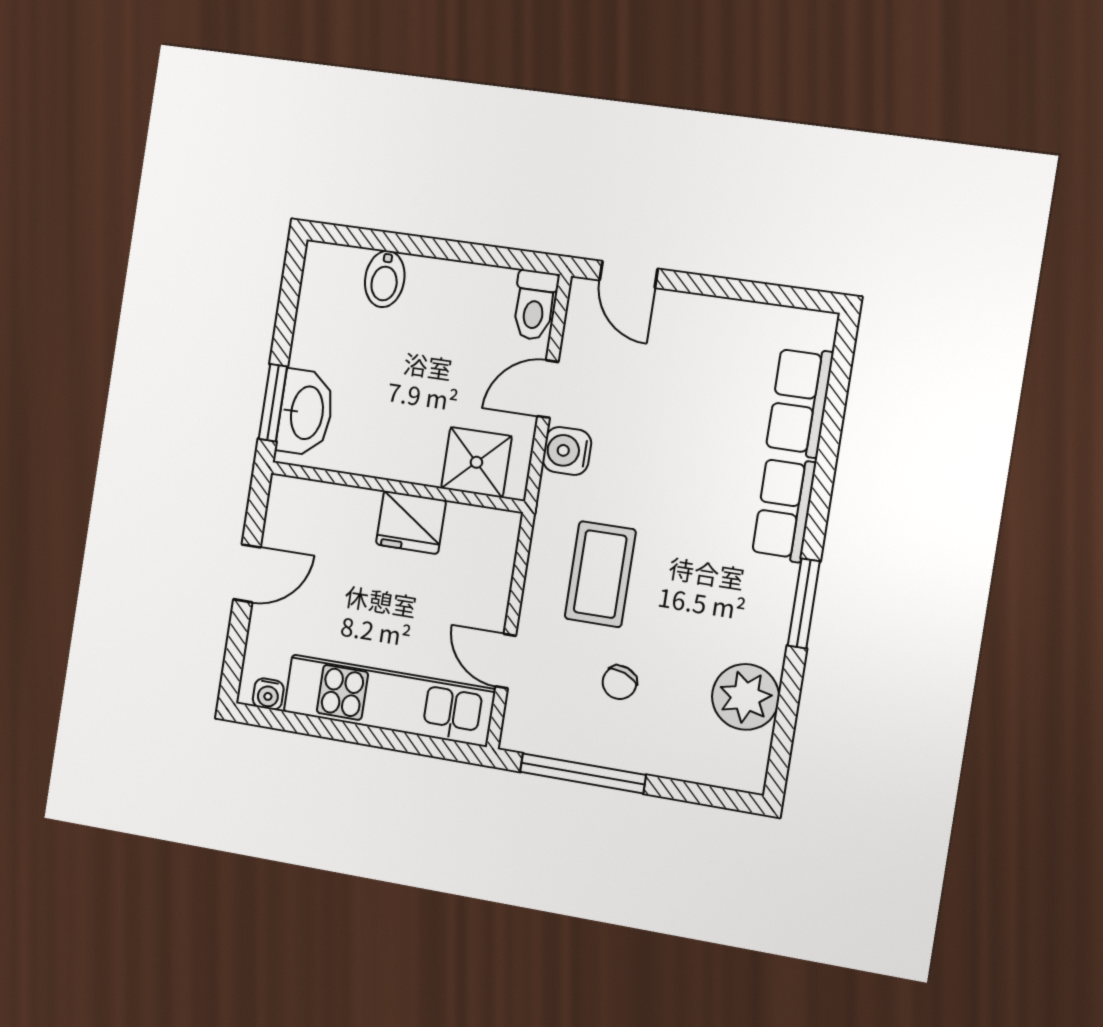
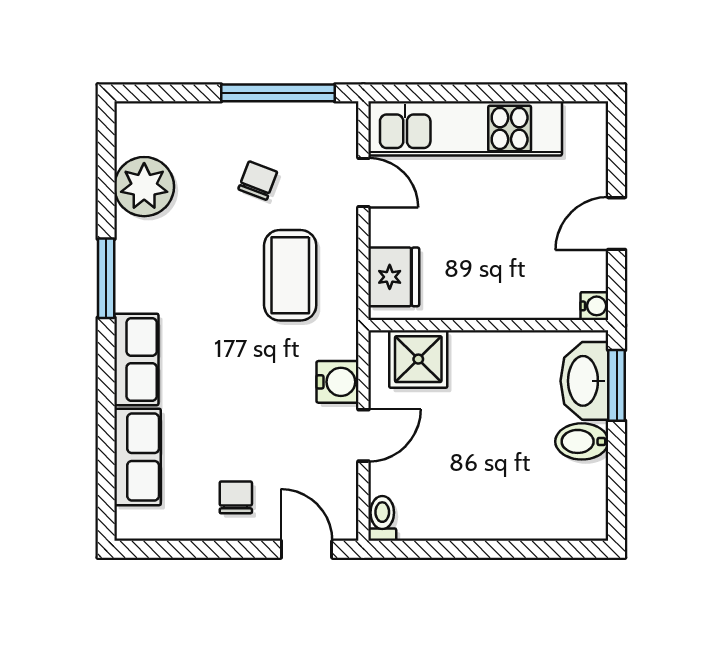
bidet: (385, 279) -> (582, 441), moved, turned -90
toilet: (535, 305) -> (382, 518), width x0.73, depth x0.72
chair: (697, 342) -> (236, 497), added
fridge: (411, 522) -> (394, 277), moved, turned 90
water cooler: (268, 694) -> (594, 306), moved, turned 90

